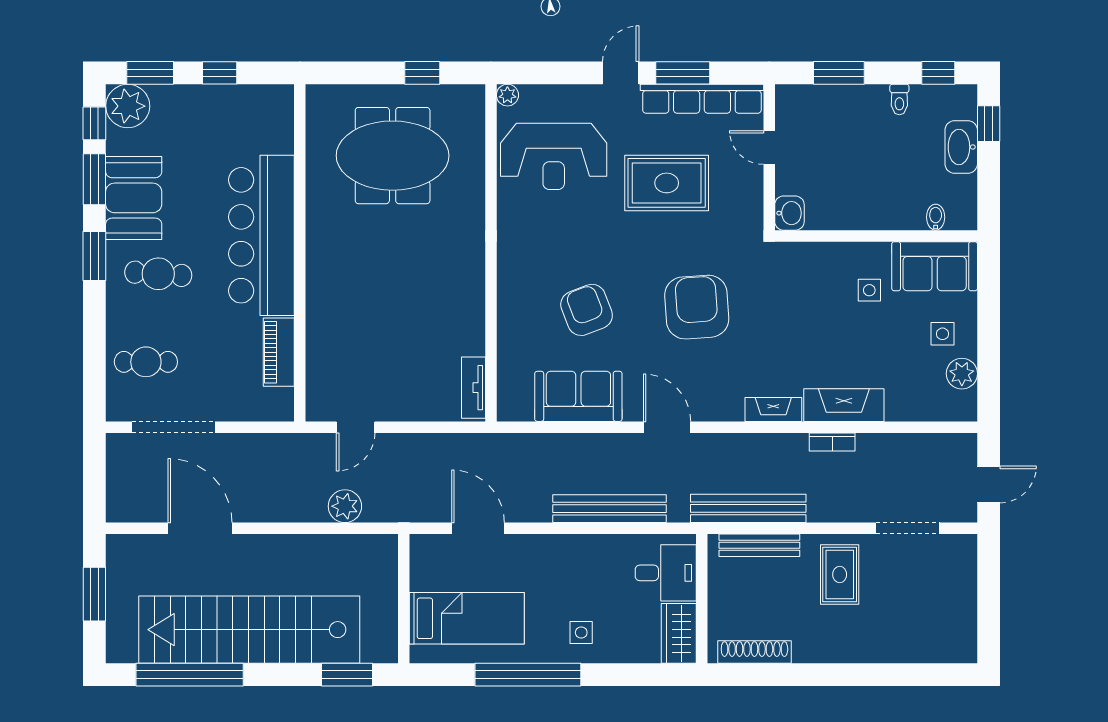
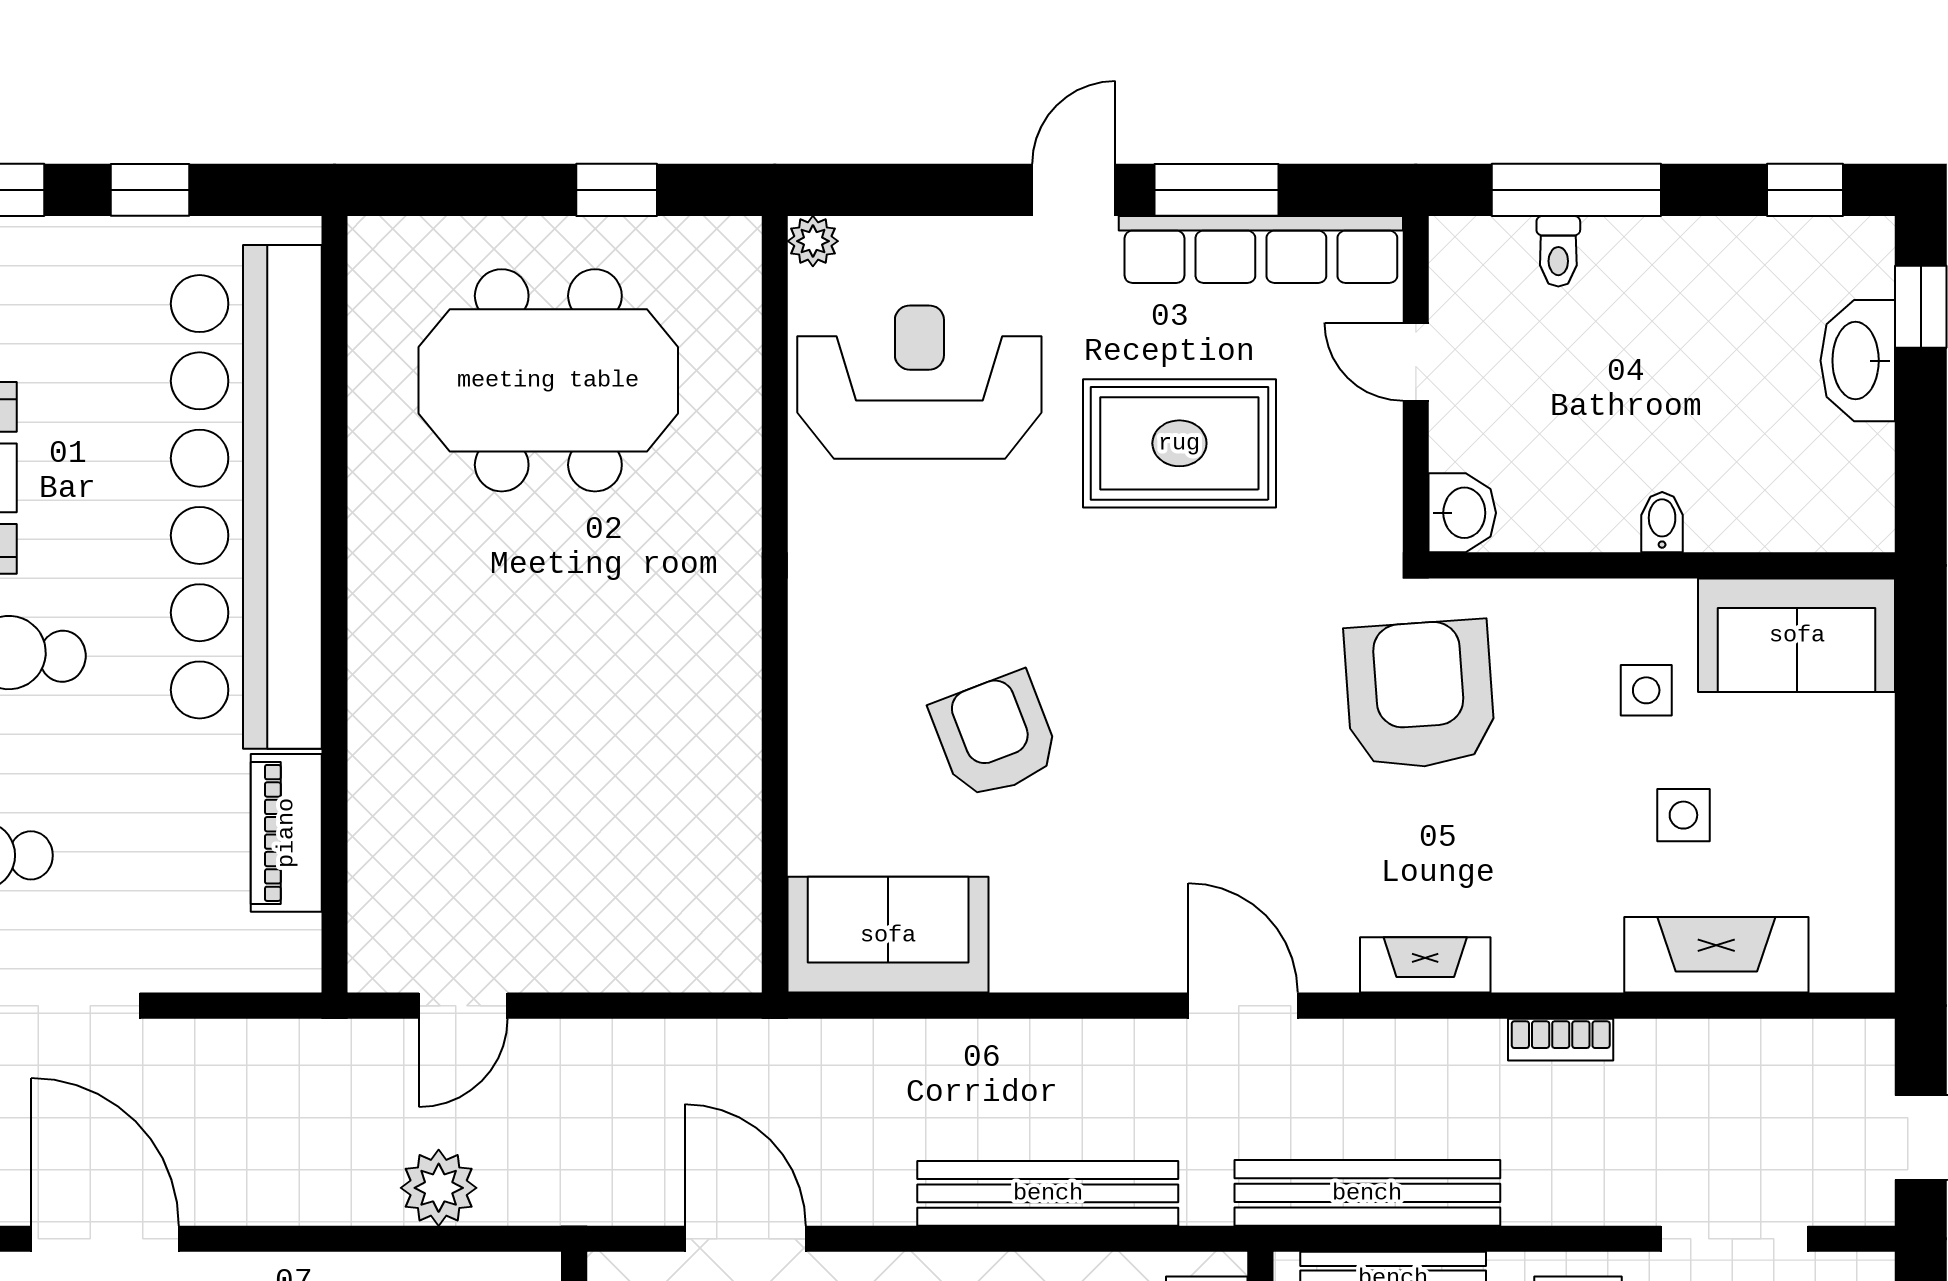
window: (839, 73) -> (1576, 190), width x1.44
toilet: (899, 100) -> (1558, 251), moved
reception desk: (554, 156) -> (919, 382), turned 180
bidet: (936, 217) -> (1662, 522), moved
bar counter: (261, 235) -> (246, 497), width x1.36
armchair: (697, 307) -> (1420, 695), moved
side table: (943, 334) -> (1683, 815), moved
plant: (962, 374) -> (1859, 882), removed
tv unit: (474, 388) -> (735, 915), removed
sofa: (578, 396) -> (888, 935), moved
fireplace: (844, 405) -> (1716, 955), moved
door: (667, 427) -> (1243, 1006), moved

